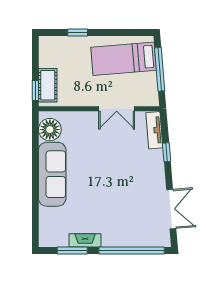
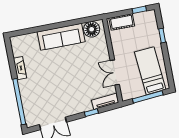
window: (35, 91) -> (139, 10), moved
window: (72, 251) -> (11, 61), removed

